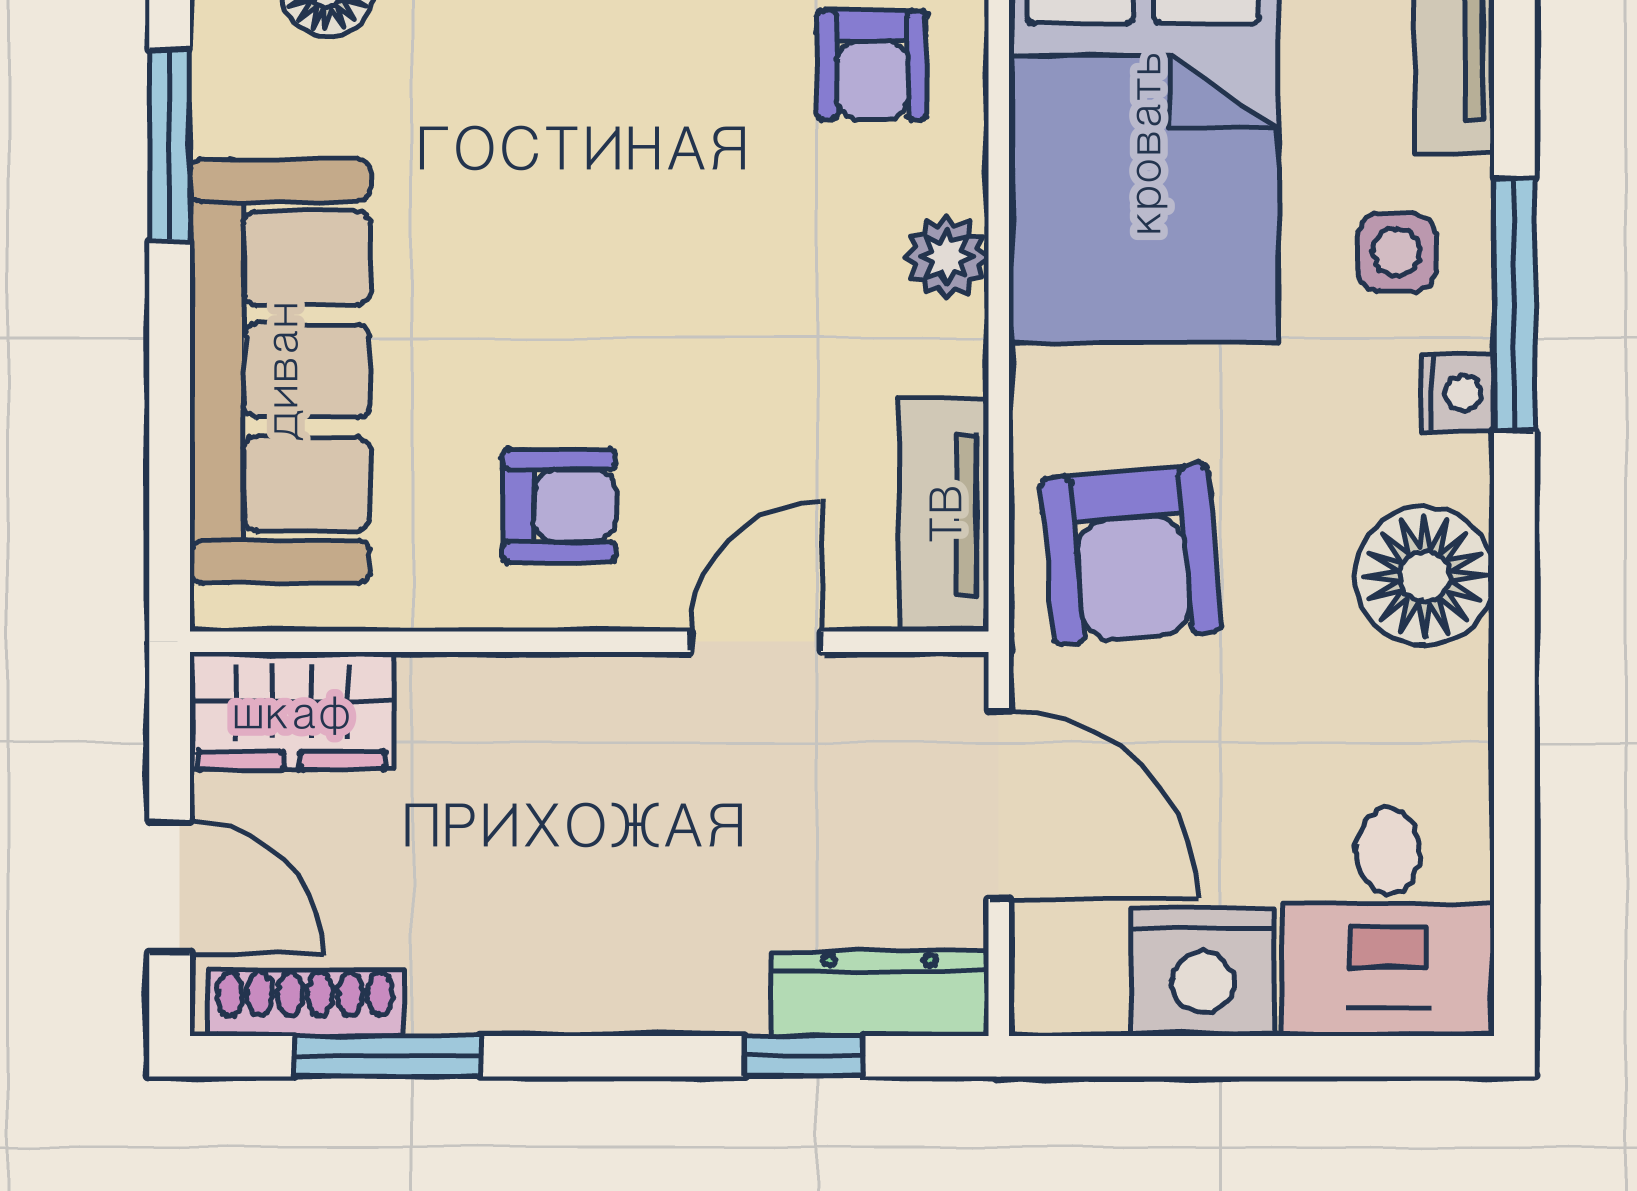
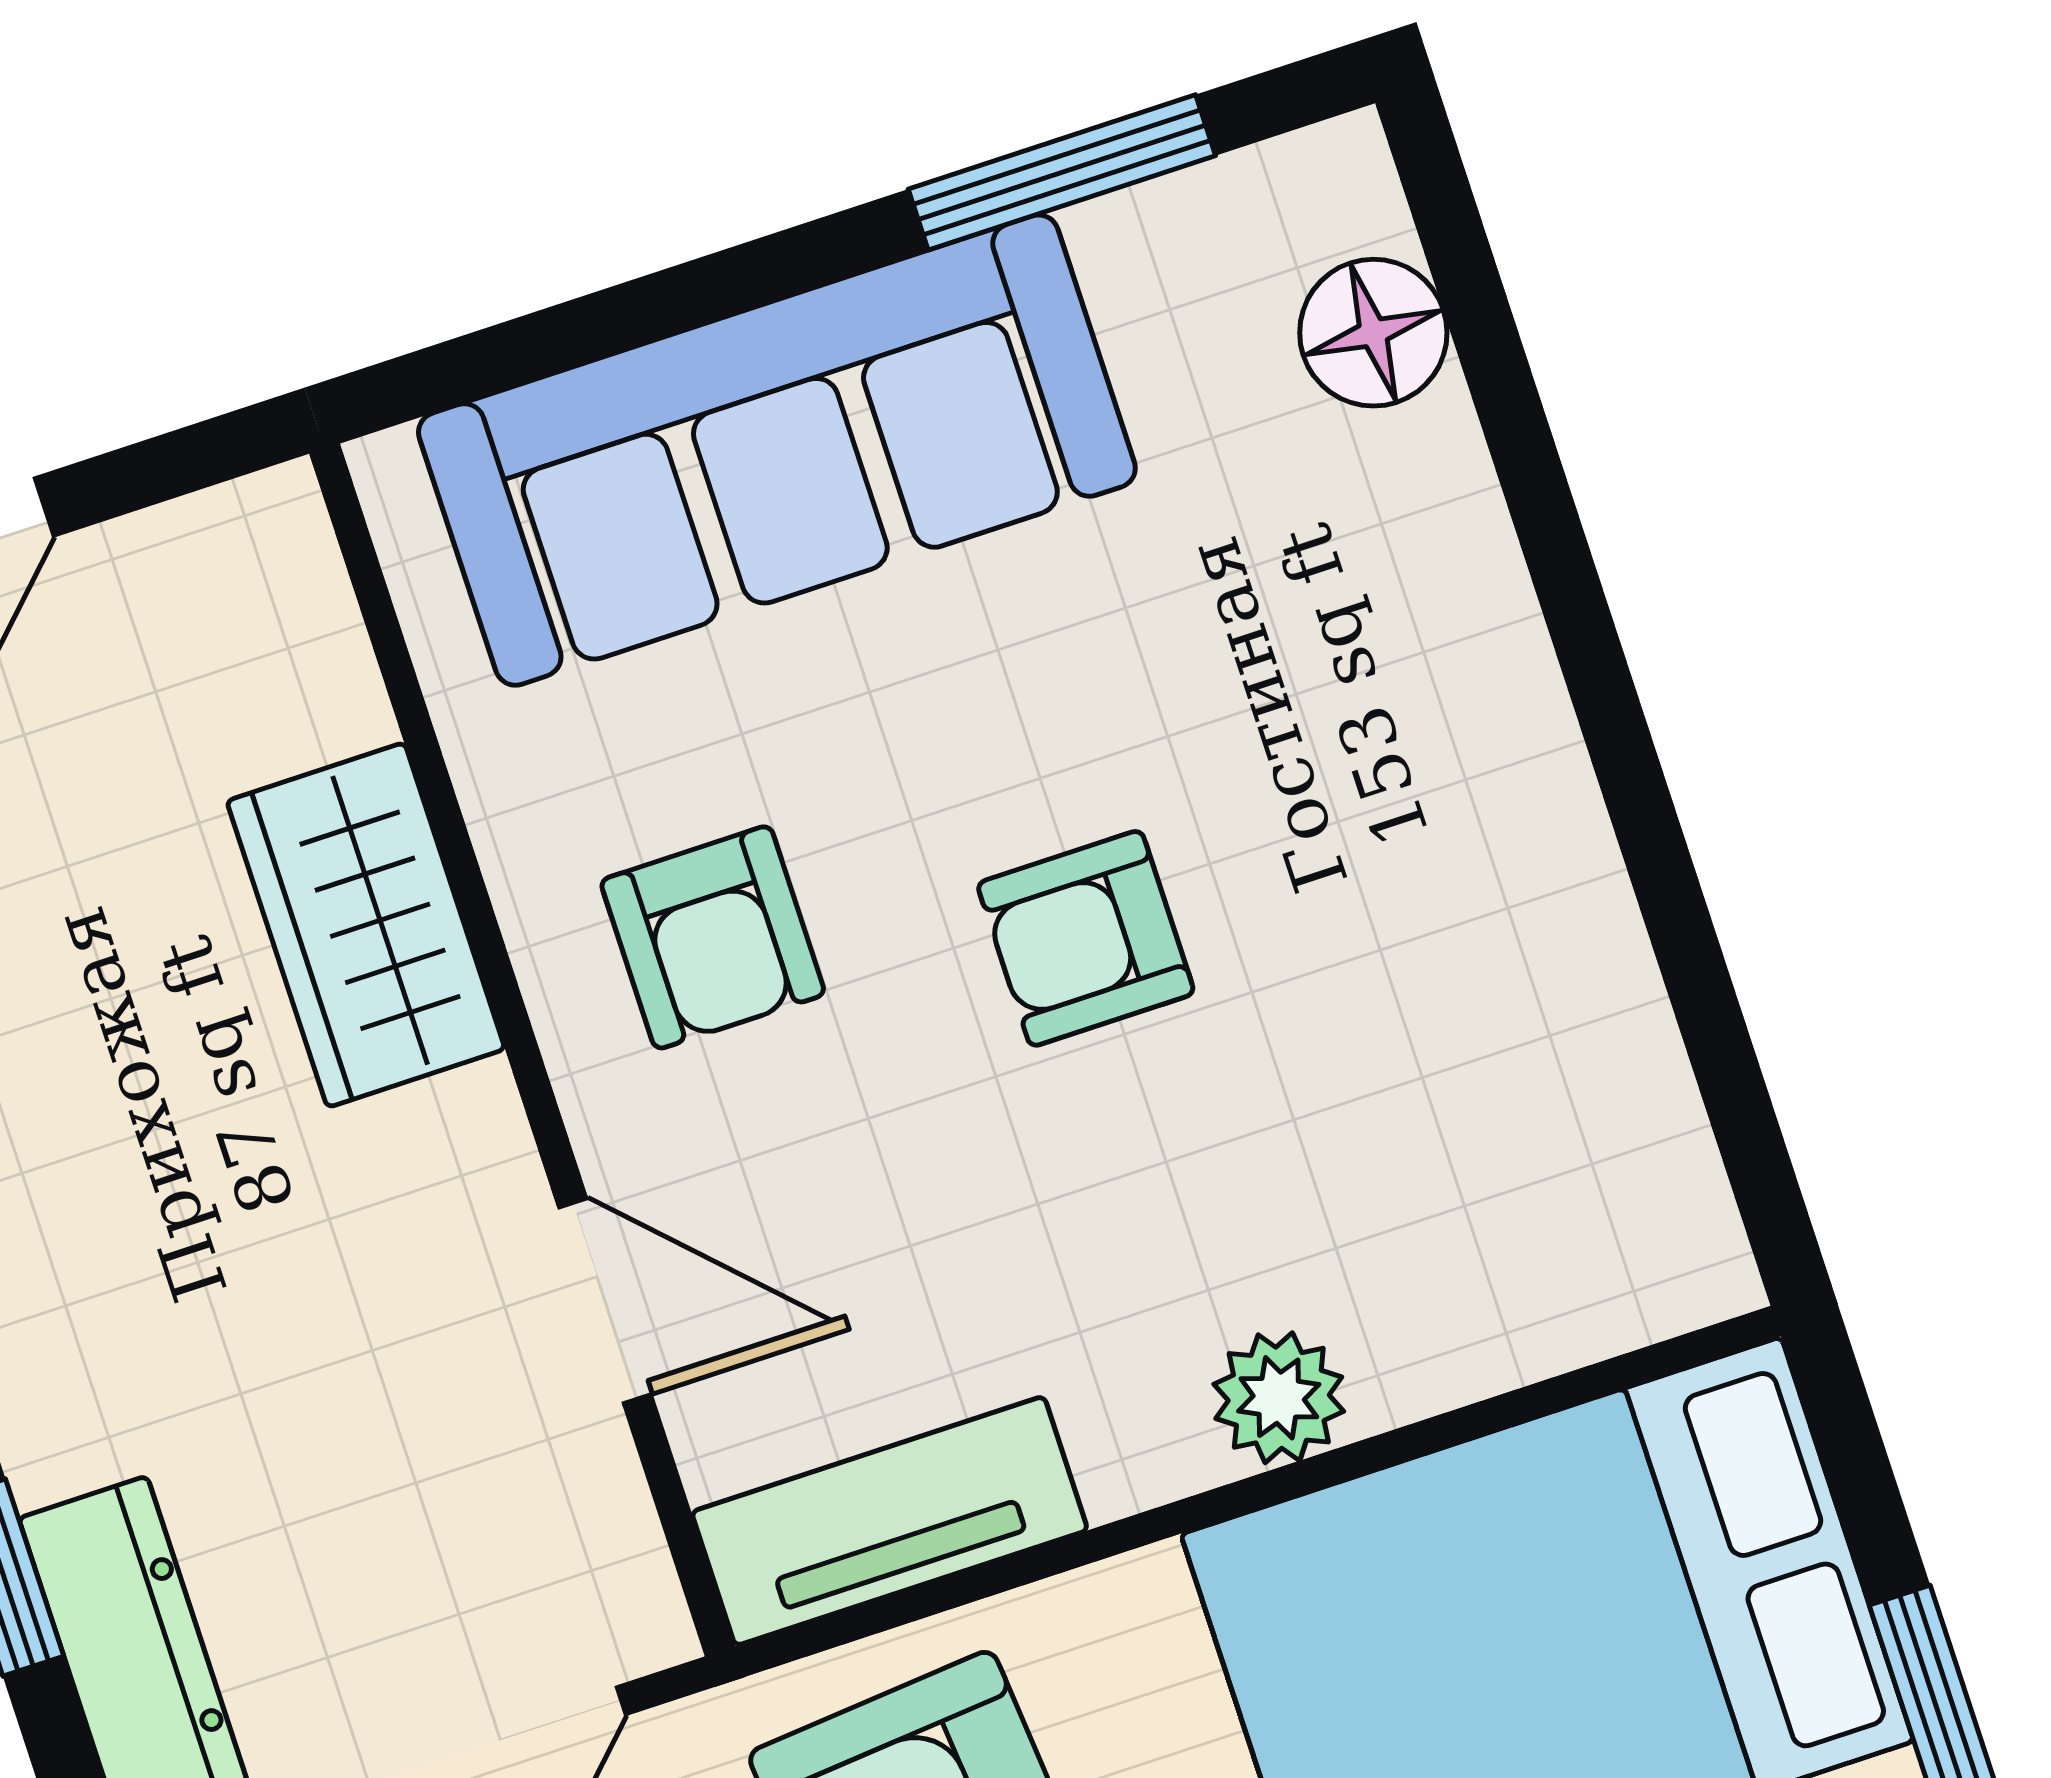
armchair: (872, 65) -> (1086, 938), moved
wardrobe: (292, 711) -> (366, 925), moved

